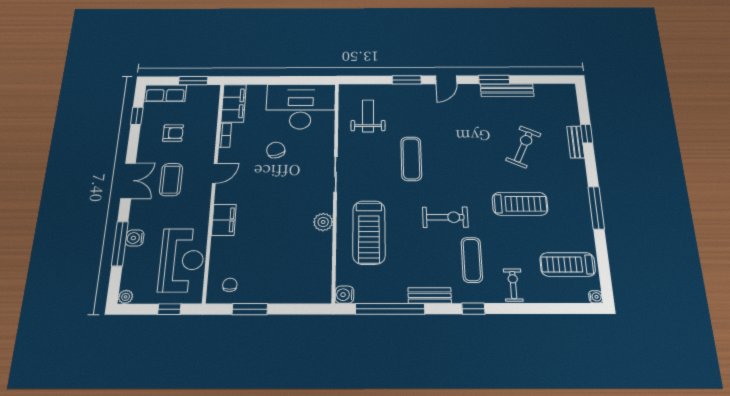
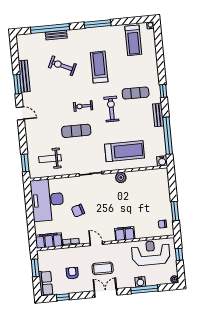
window: (407, 80) -> (25, 163), moved
window: (587, 134) -> (50, 28), width x3.17
exercise bike: (513, 285) -> (83, 106), moved

